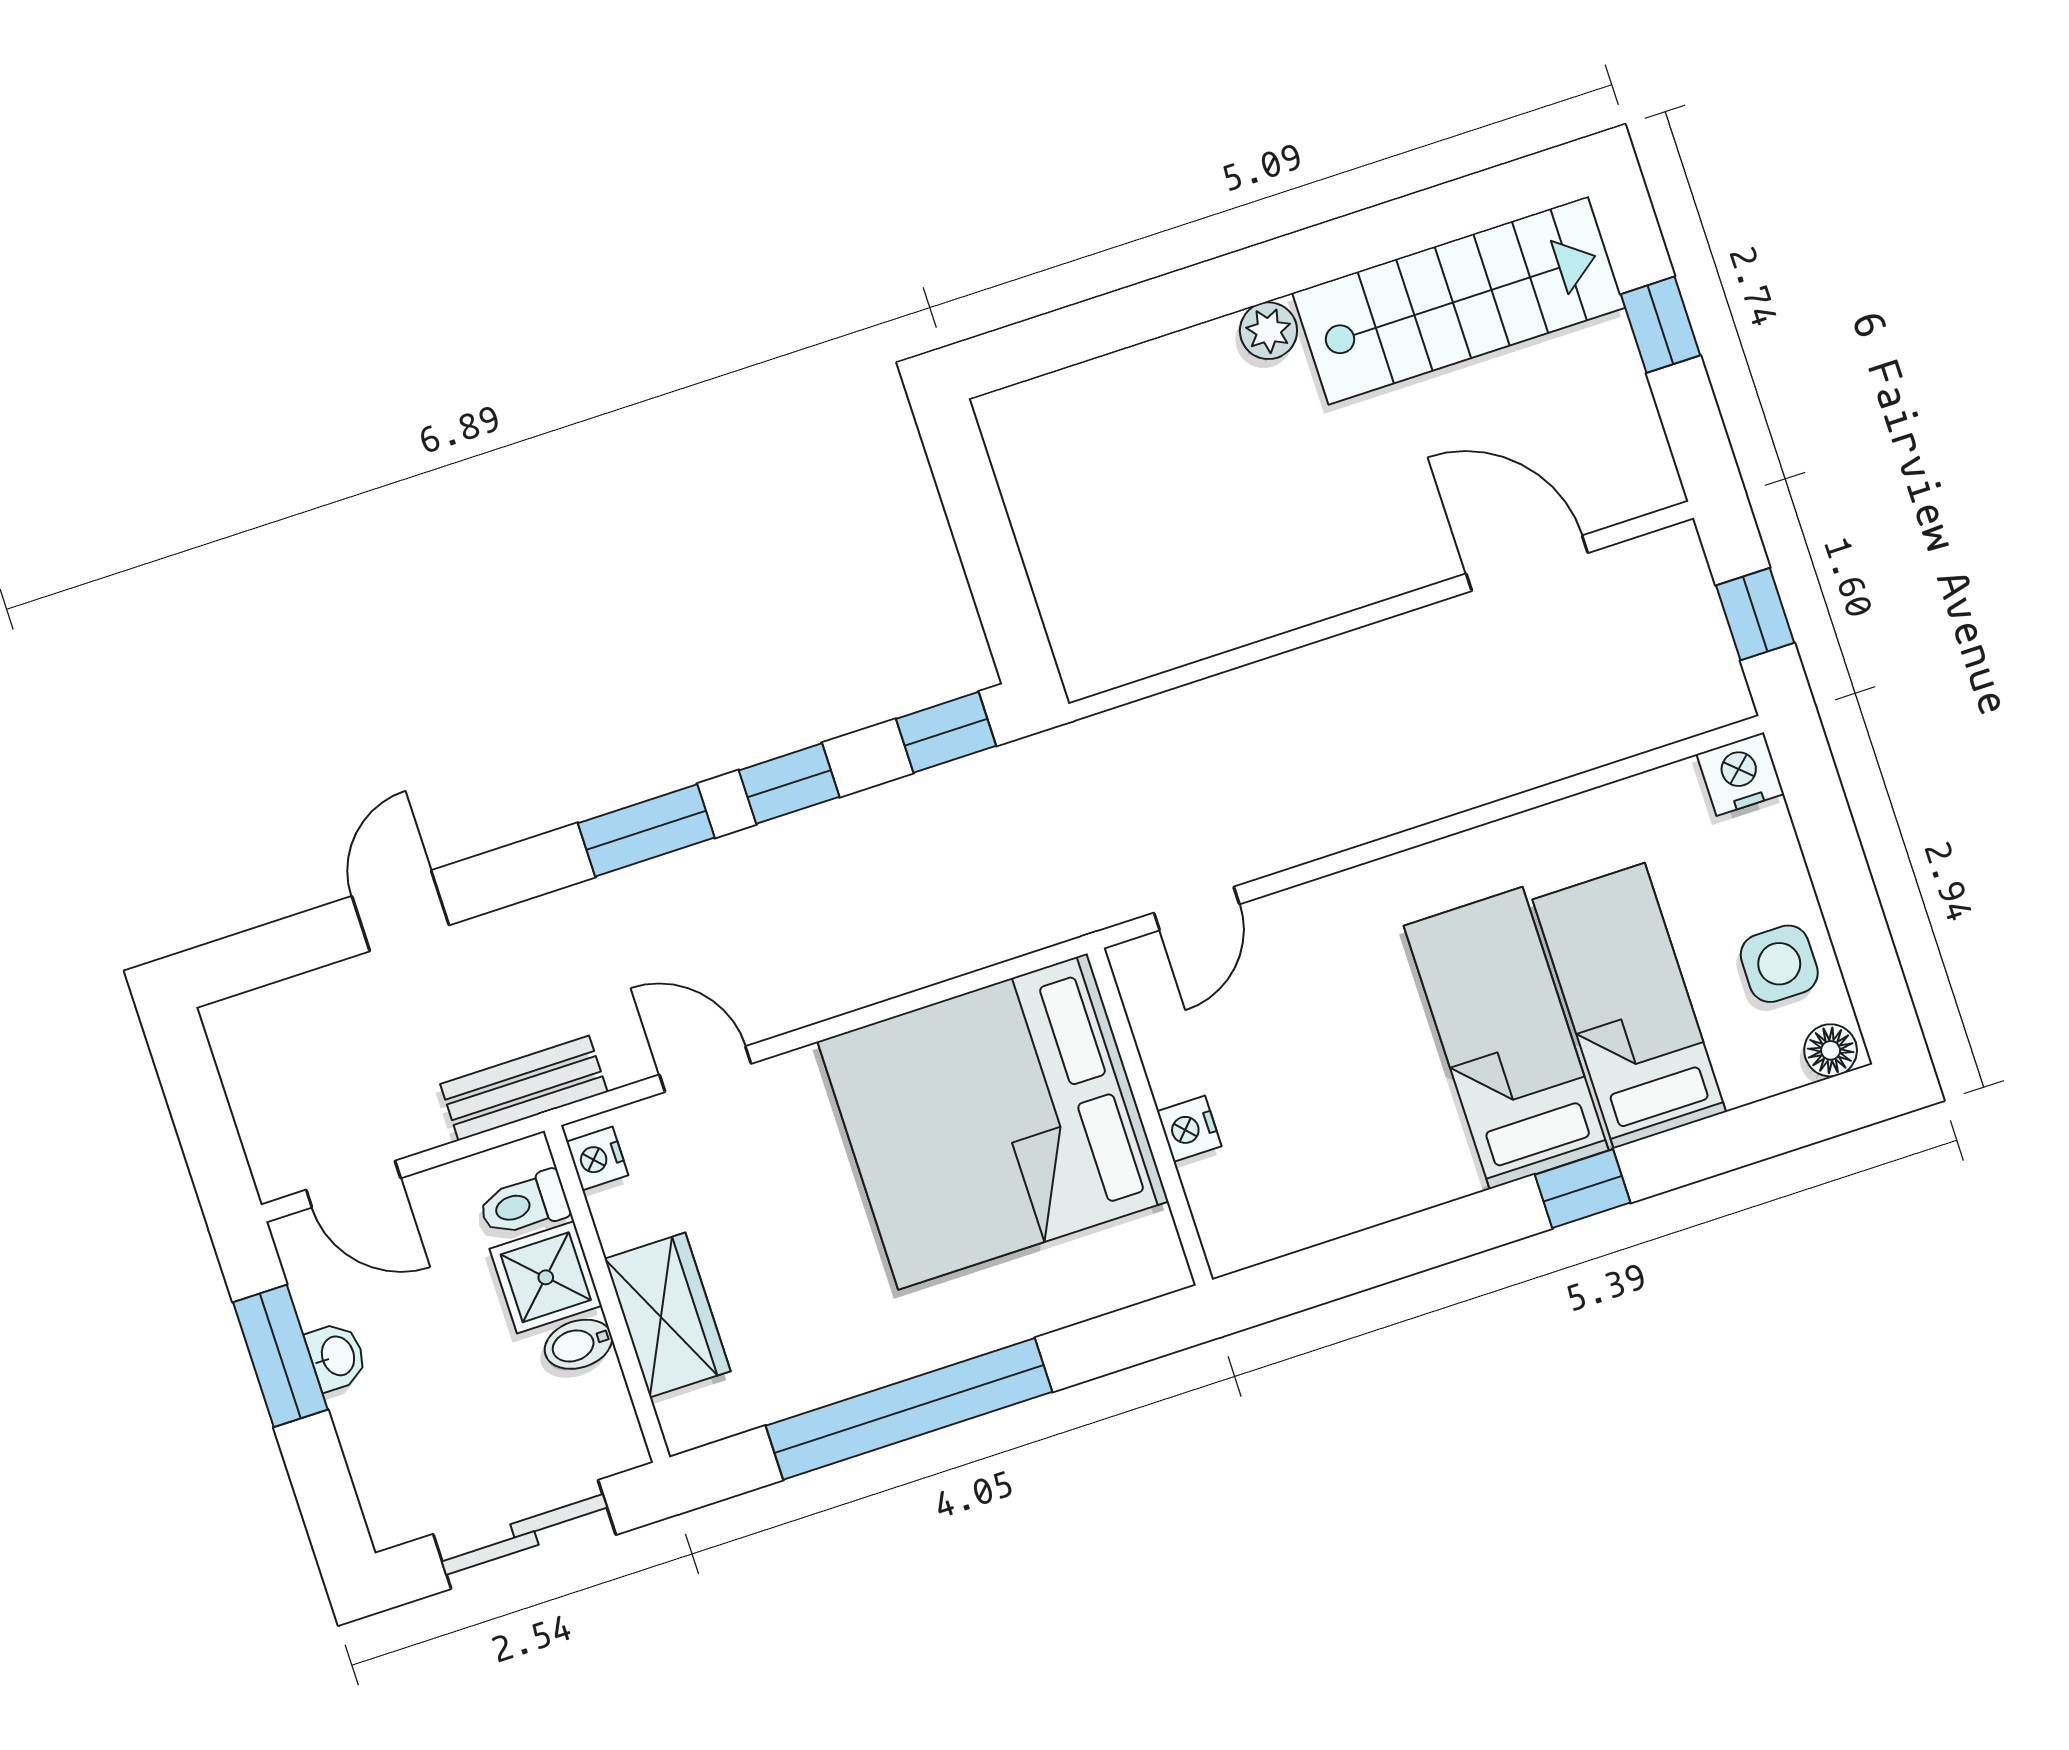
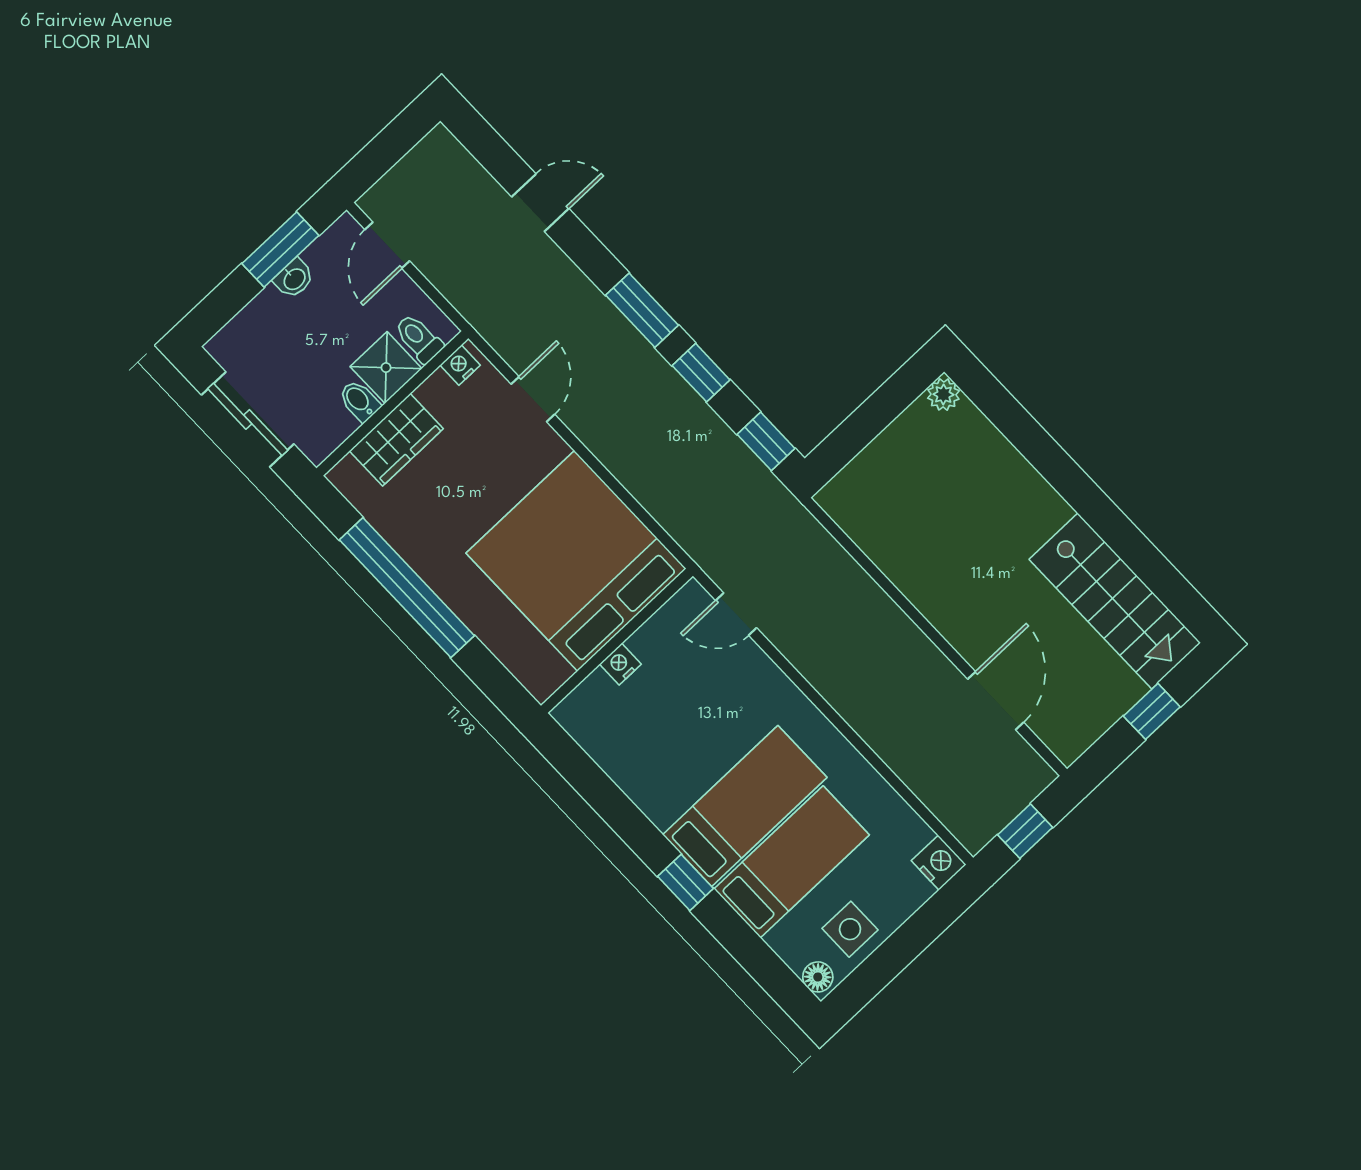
plant: (1268, 331) -> (943, 394), moved
bench: (524, 1088) -> (479, 310), removed

